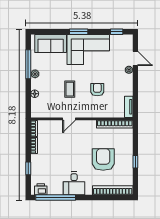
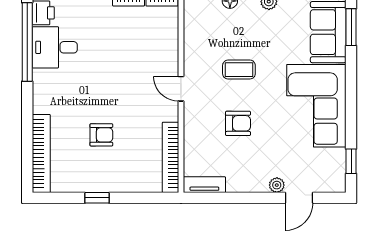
window: (79, 32) -> (351, 27), moved
door: (69, 119) -> (181, 89), moved
armchair: (103, 160) -> (101, 135), width x0.53, depth x0.53
desk: (74, 183) -> (55, 47), moved

